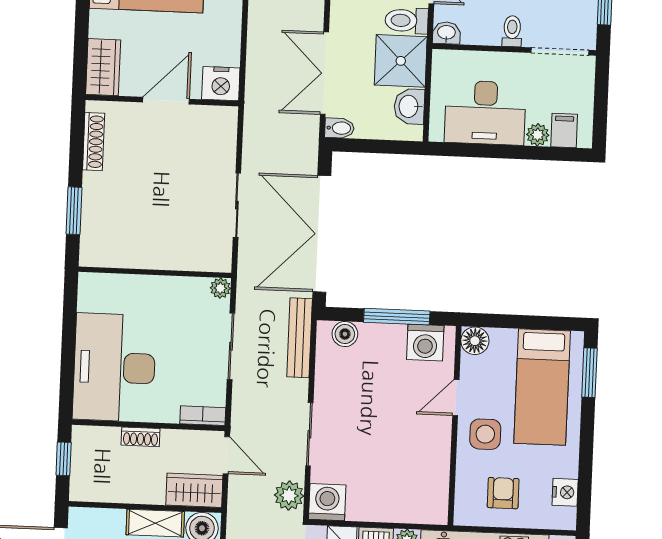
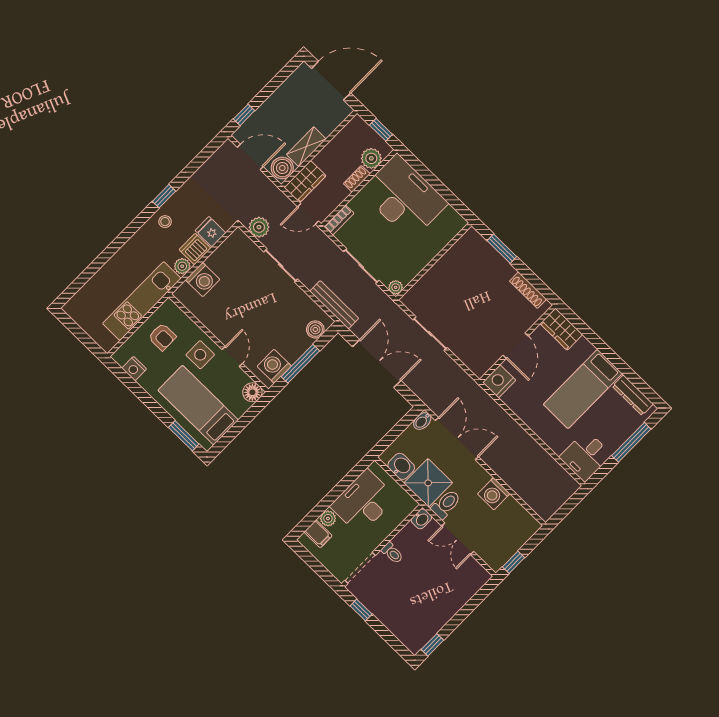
double door: (322, 234) -> (377, 364), width x0.73
plant: (104, 441) -> (371, 158), added
washing machine: (327, 502) -> (203, 280), moved

